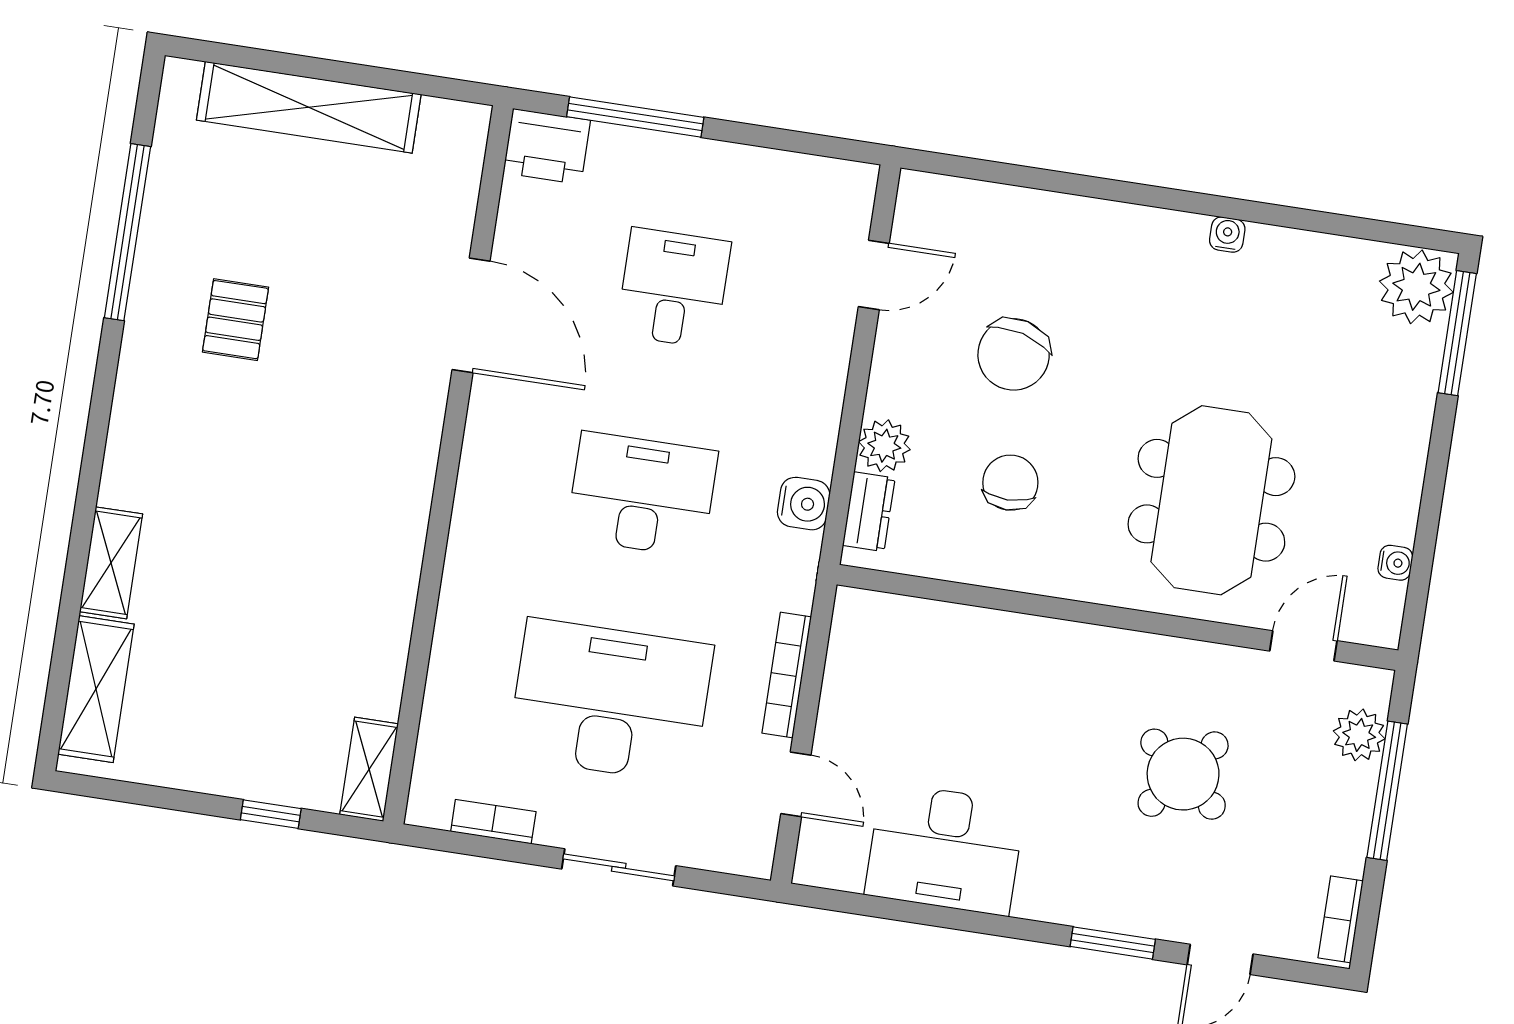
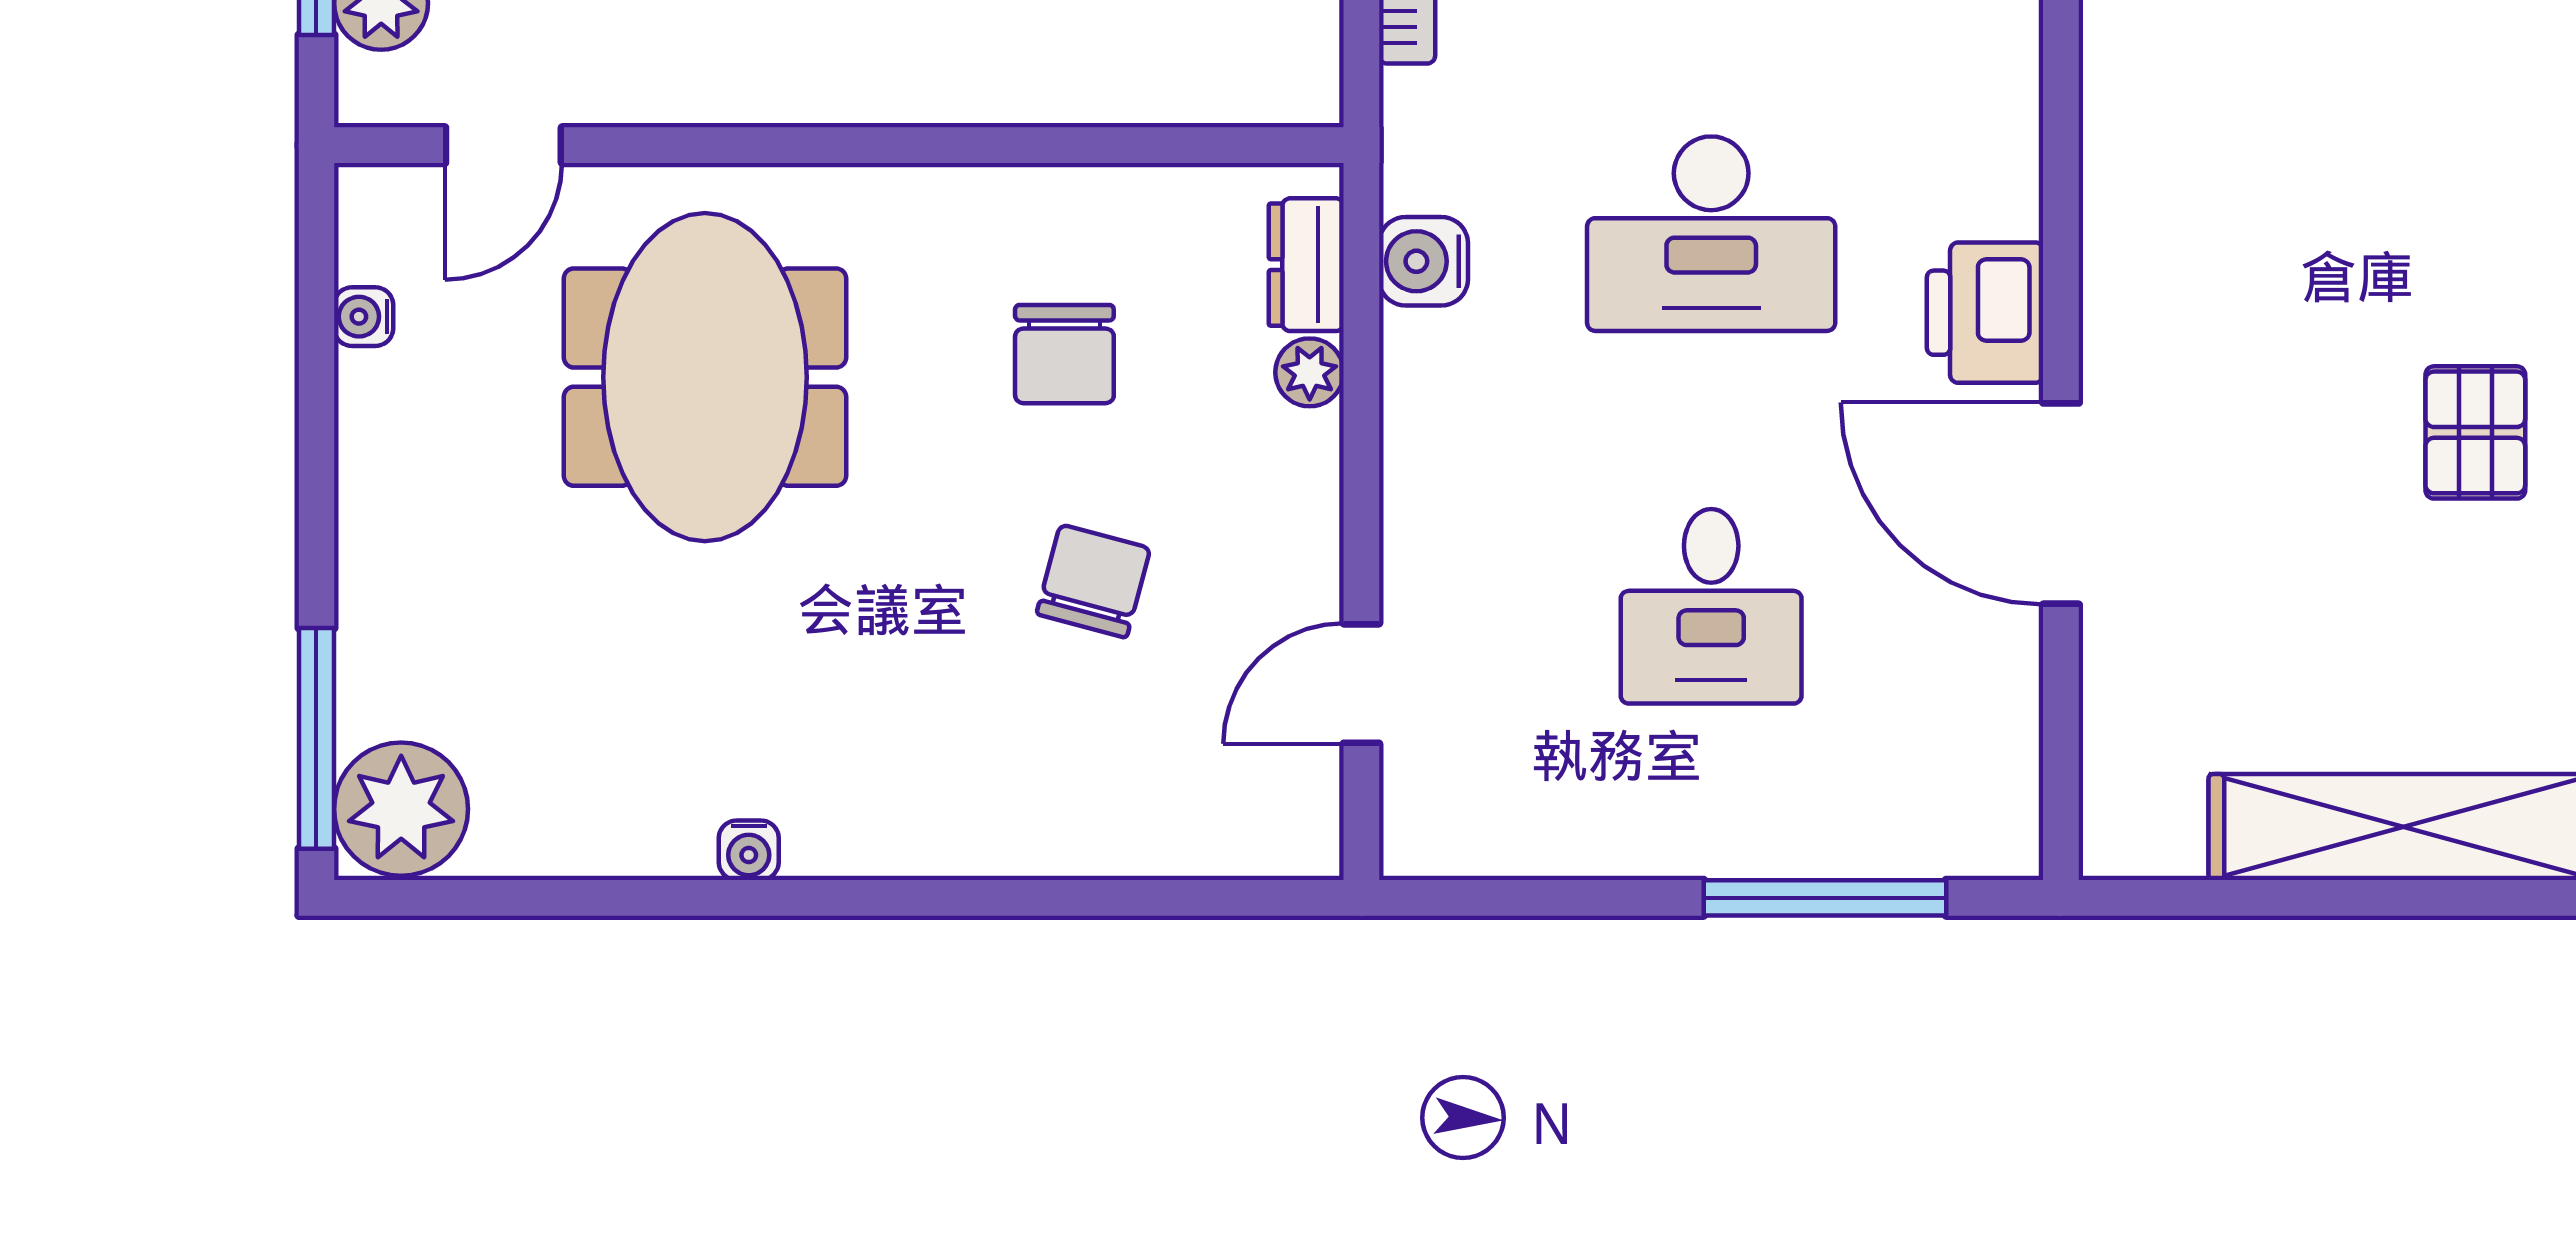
printer: (547, 146) -> (1985, 313), moved, turned -90
chair: (1014, 354) -> (1093, 581), width x0.73, depth x0.73
plant: (884, 446) -> (1310, 372), width x0.73, depth x0.73

